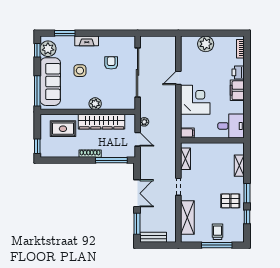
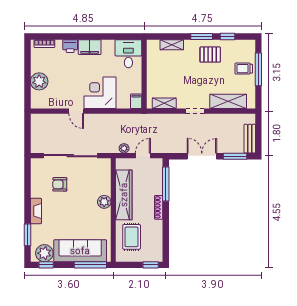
side table: (80, 71) -> (68, 218), removed
pallet: (230, 201) -> (210, 55), turned 90

